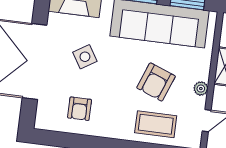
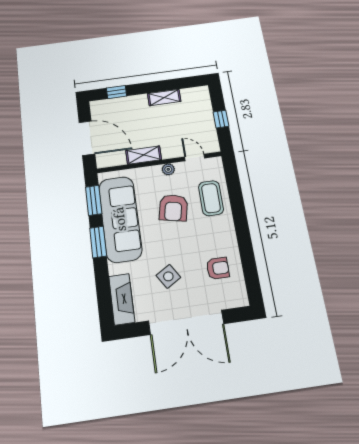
armchair: (156, 82) -> (173, 208), turned 81

